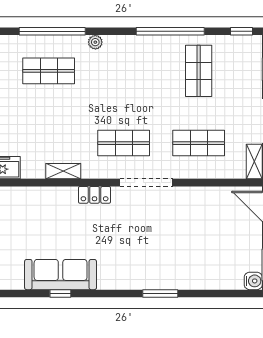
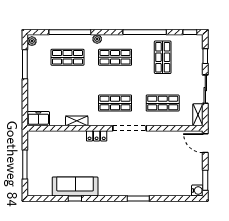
shop shelf: (124, 71) -> (115, 57), added

